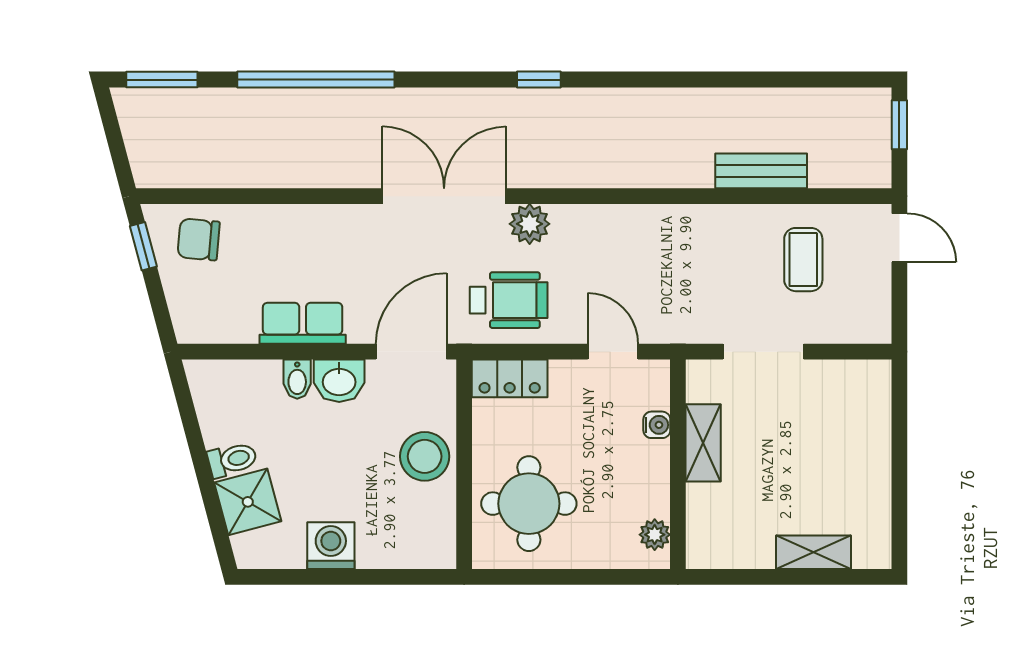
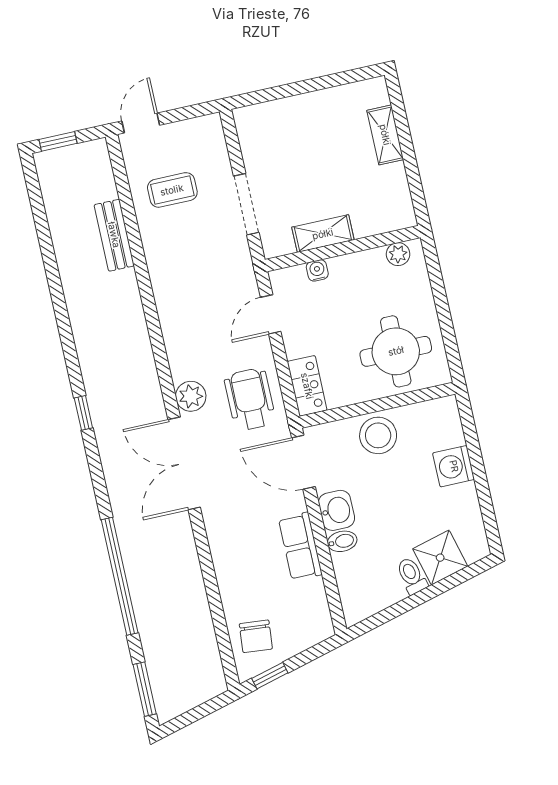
washing machine: (331, 546) -> (454, 466), moved

